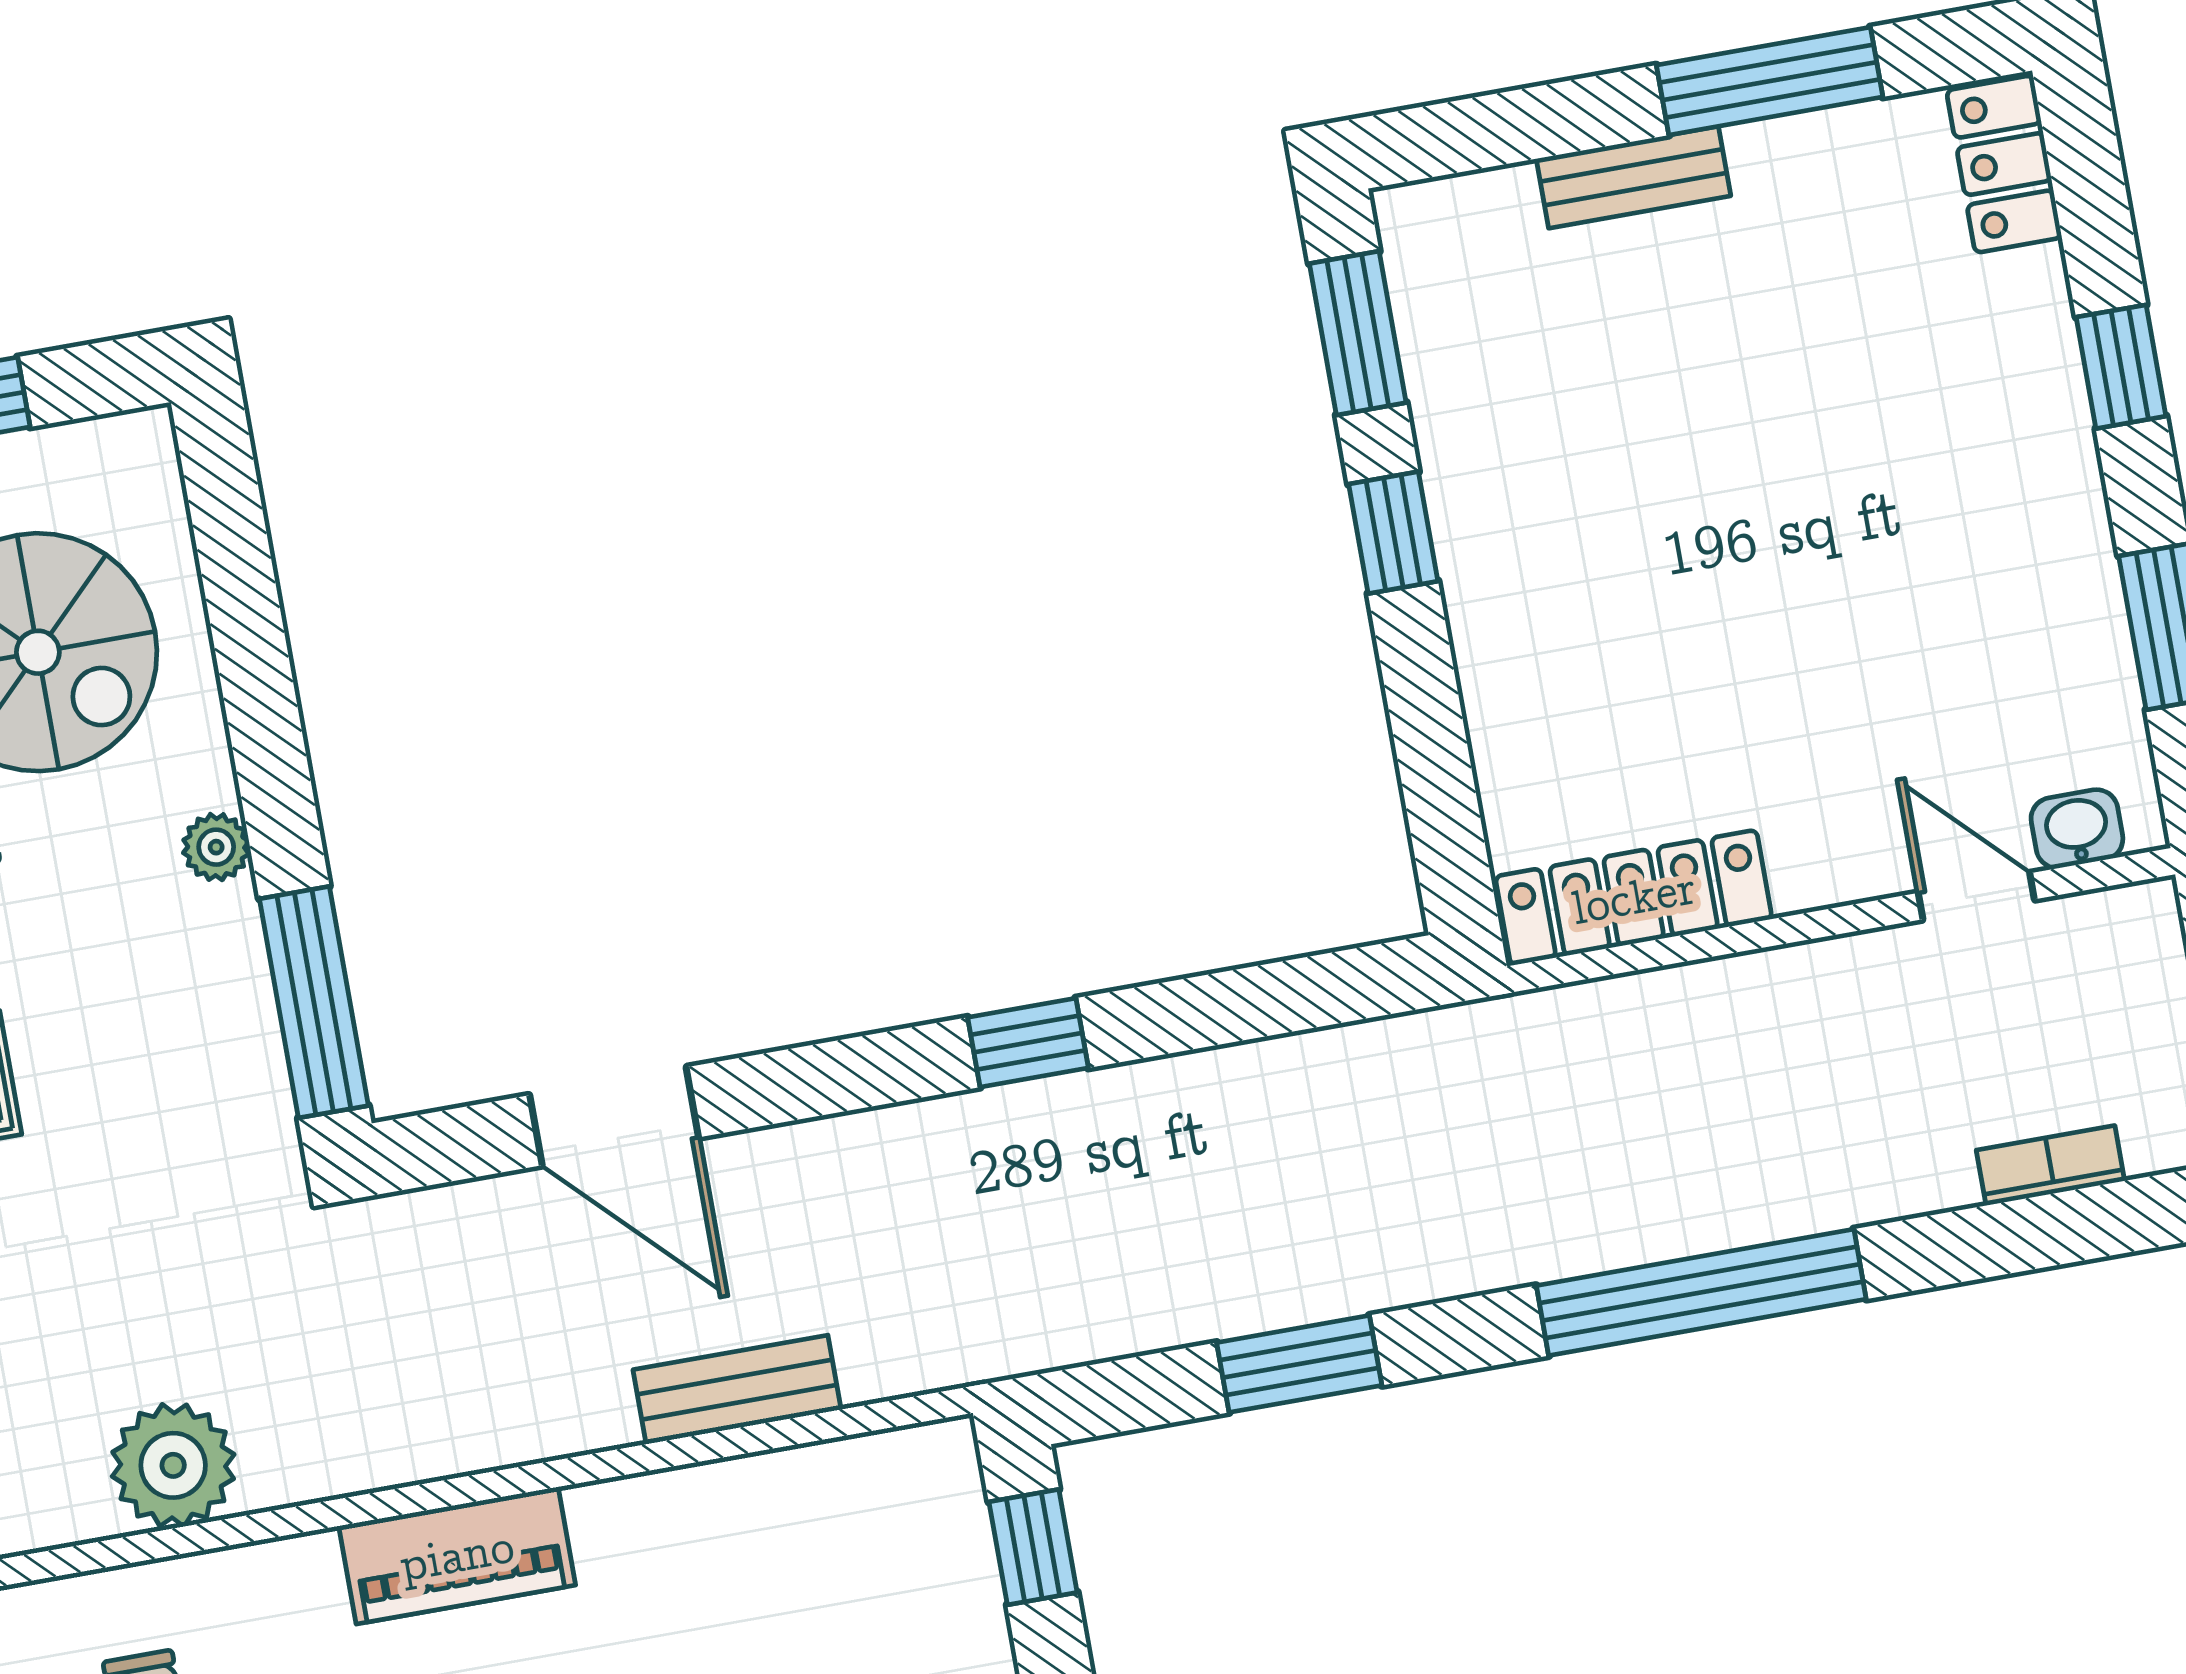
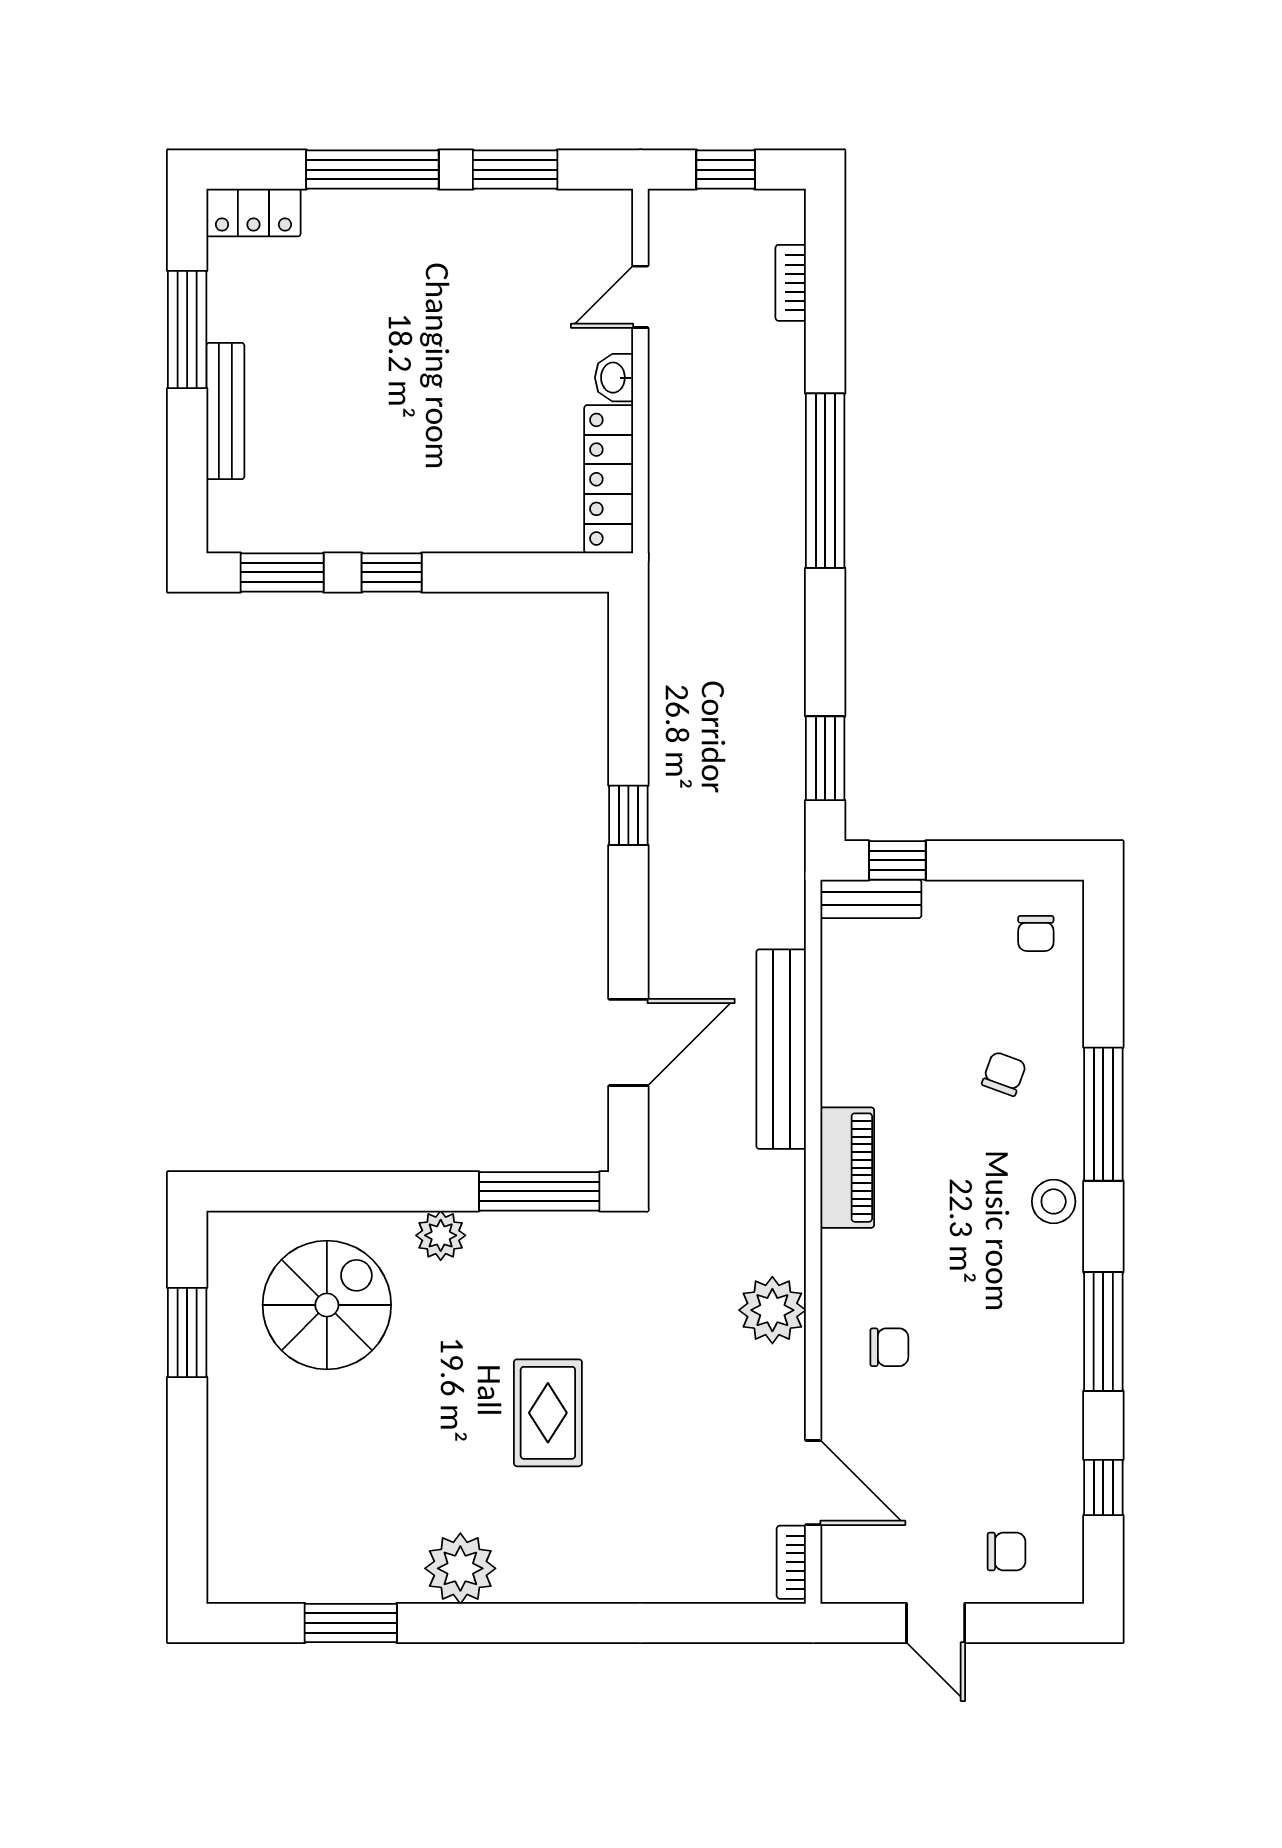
bench: (1633, 177) -> (225, 411), width x1.36
window: (2121, 367) -> (372, 170), width x2.17
washbasin: (2077, 829) -> (614, 378), moved
plant: (216, 847) -> (441, 1235), width x1.38, depth x1.38
window: (1299, 1364) -> (825, 758), moved
bench: (737, 1390) -> (781, 1049), width x1.86, depth x1.21
bench: (954, 1511) -> (871, 899), added

